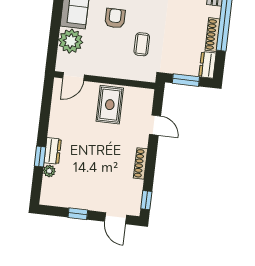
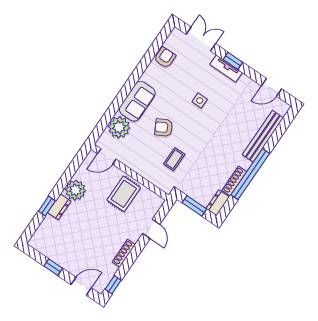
armchair: (115, 18) -> (164, 127), turned -118
plant: (49, 171) -> (75, 190), moved, width x1.88, depth x1.88
door: (116, 218) -> (81, 286), swing flipped

